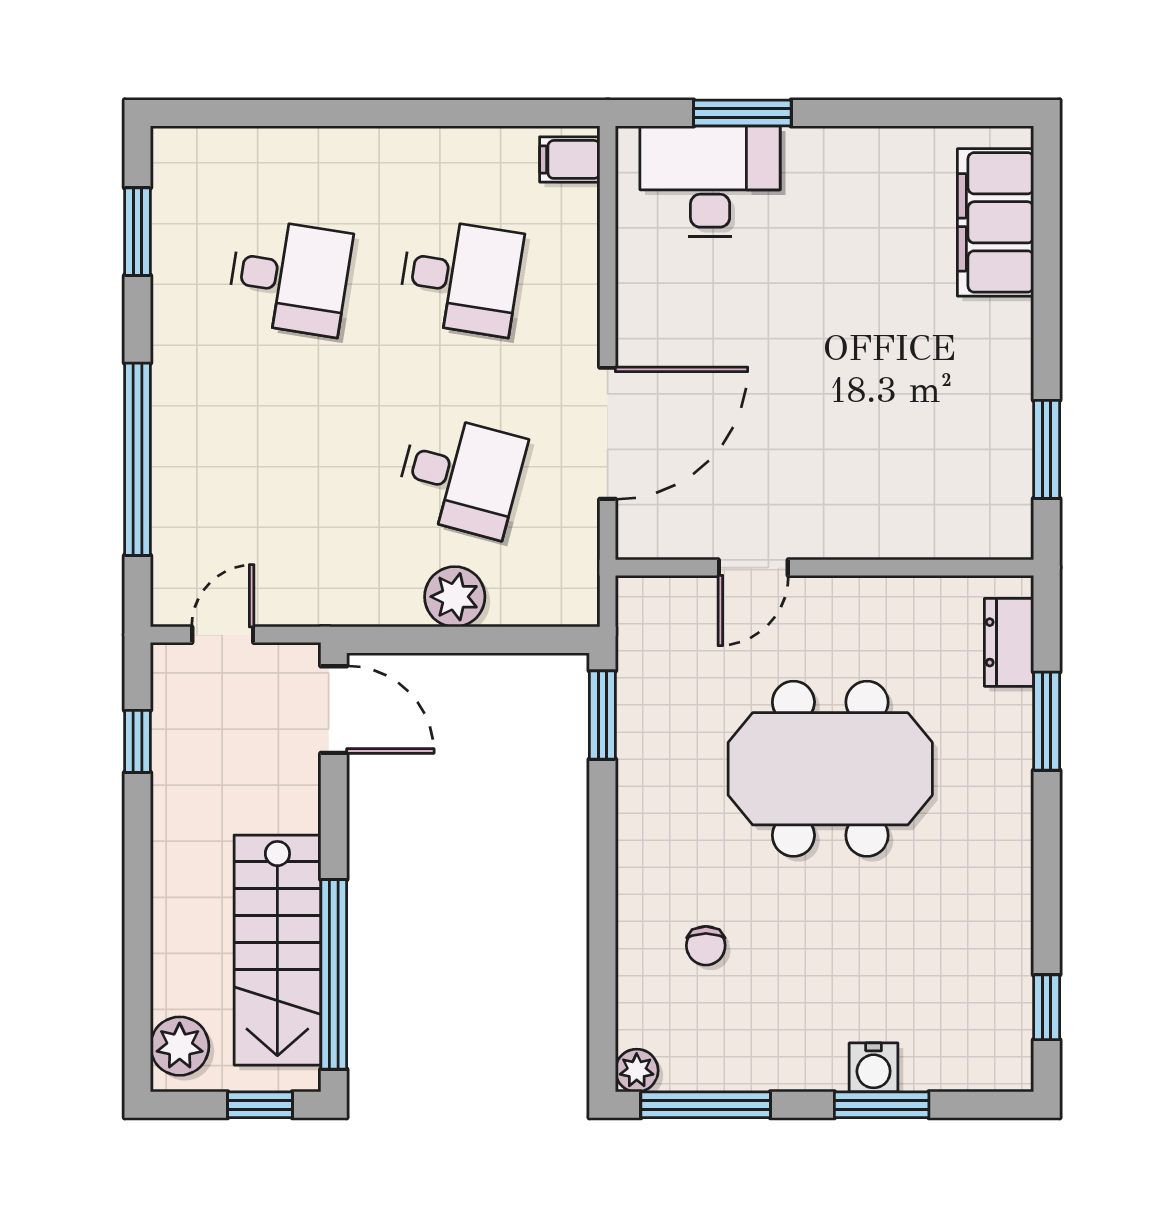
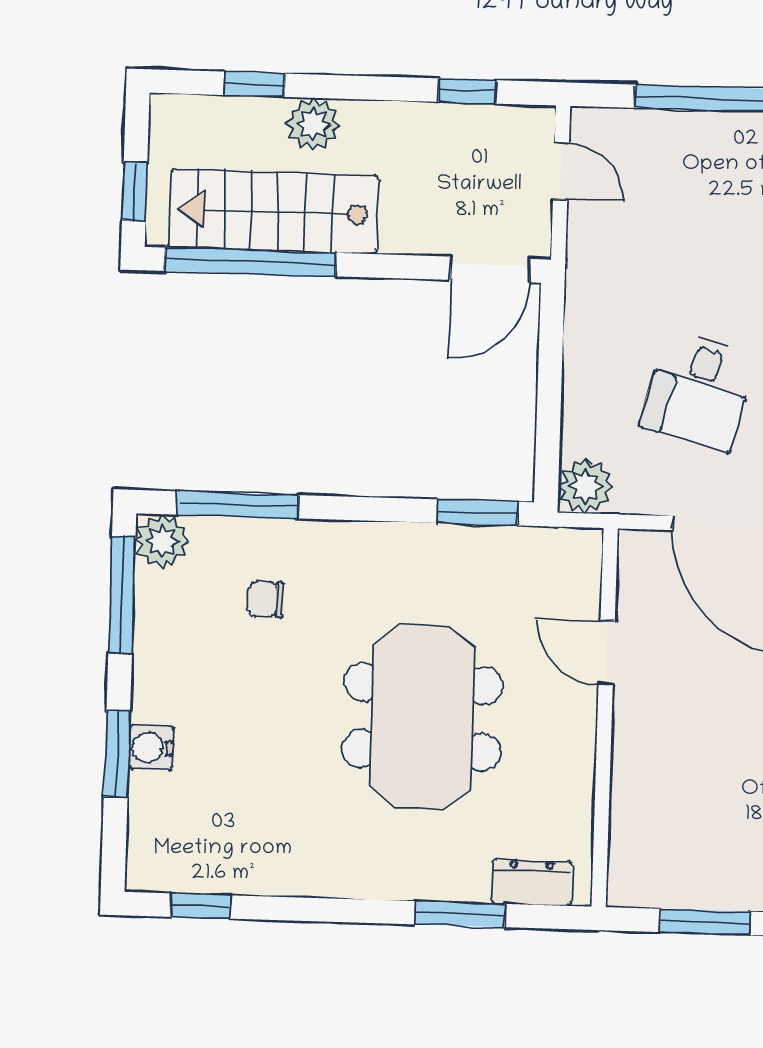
plant: (455, 597) -> (585, 486), moved
window: (137, 976) -> (255, 84), added
window: (602, 980) -> (238, 505), added
plant: (180, 1046) -> (313, 124), moved
plant: (637, 1070) -> (162, 541), width x1.38, depth x1.38

